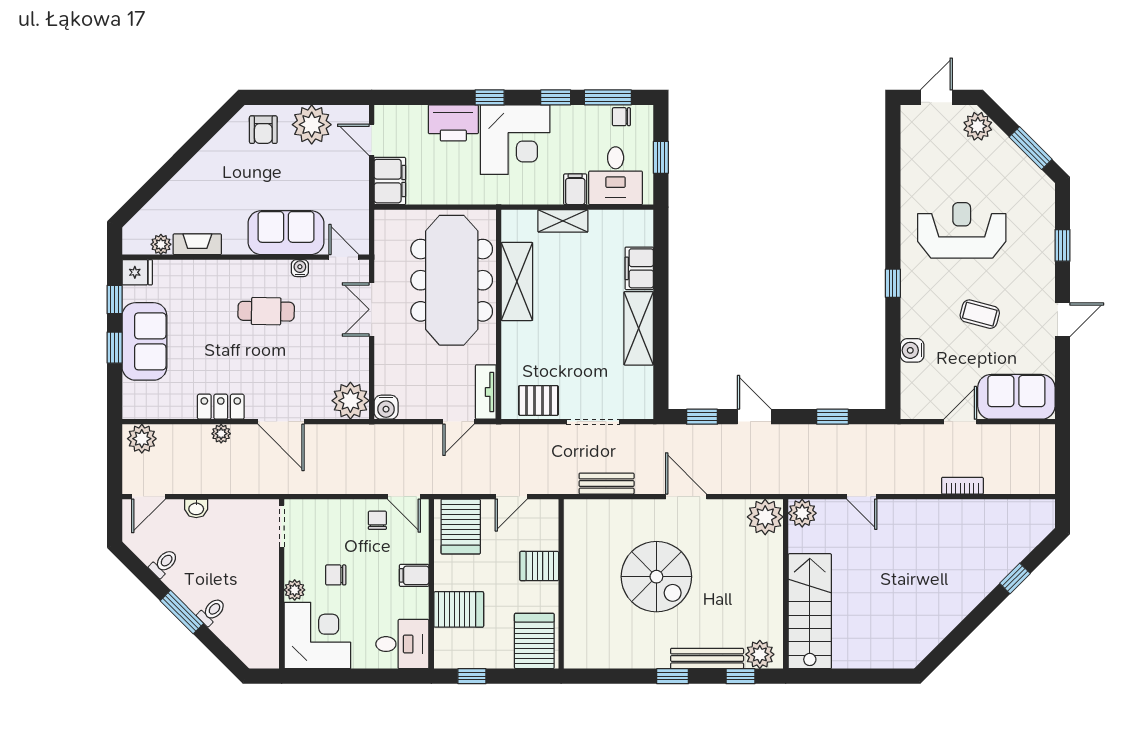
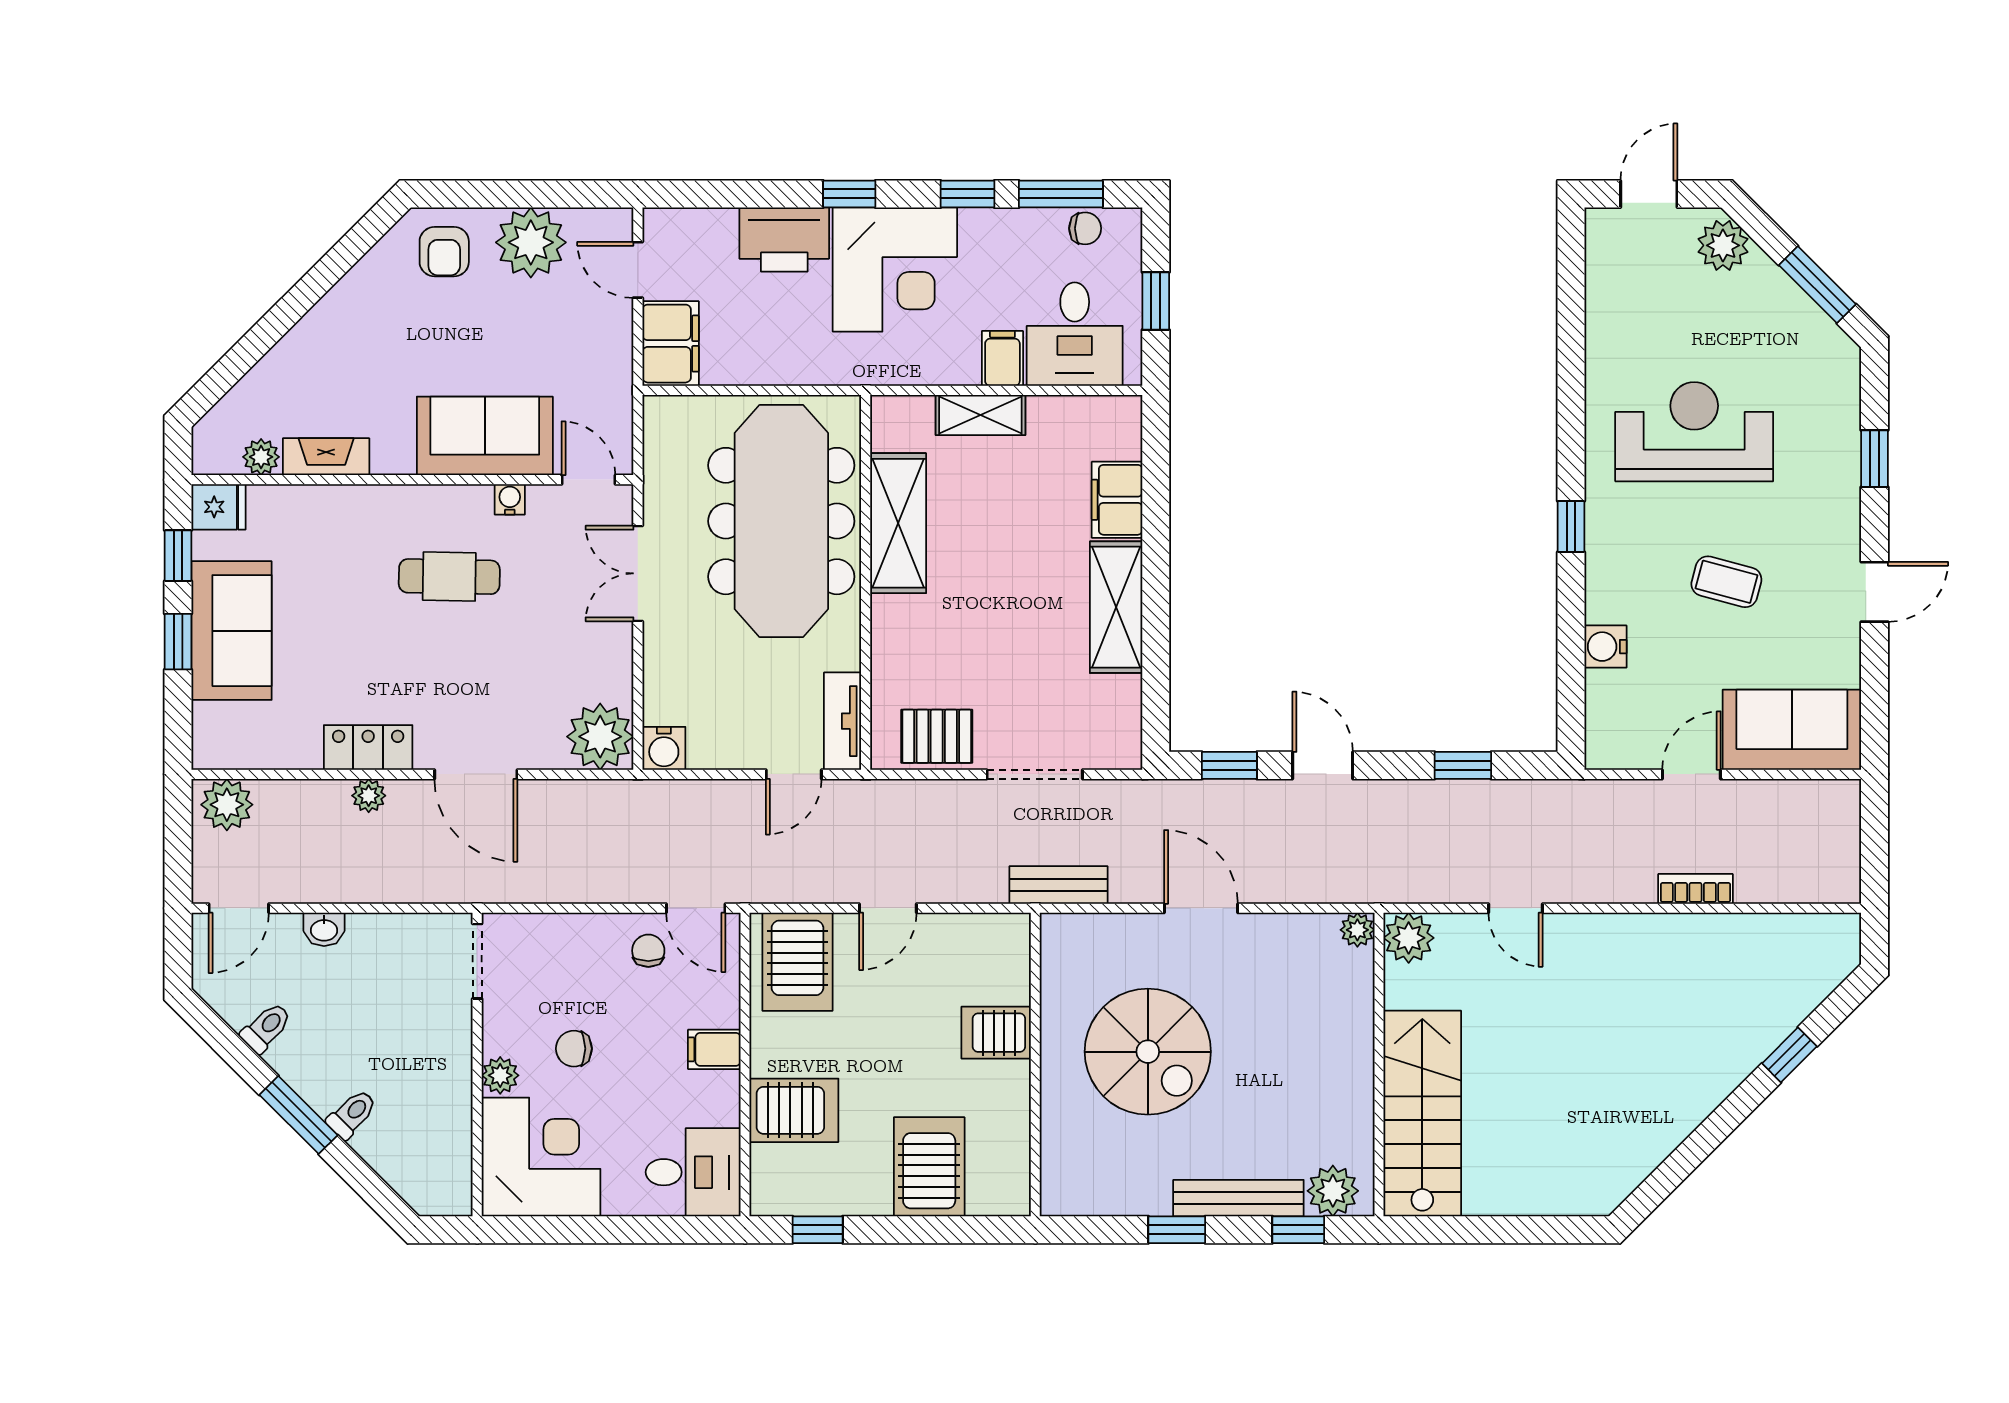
chair: (621, 117) -> (1085, 228), turned 180
plant: (765, 517) -> (1357, 930), width x0.53, depth x0.53
server rack: (539, 566) -> (996, 1033), moved
wall: (561, 584) -> (1035, 1065), moved

